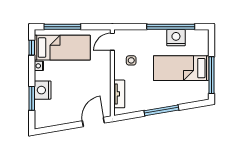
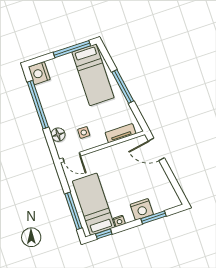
floor lamp: (137, 36) -> (58, 135), added
nightstand: (176, 38) -> (39, 73), moved
bed: (181, 68) -> (93, 75), moved

